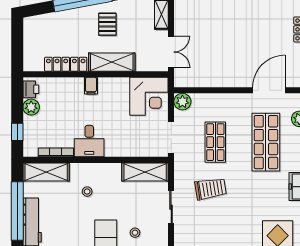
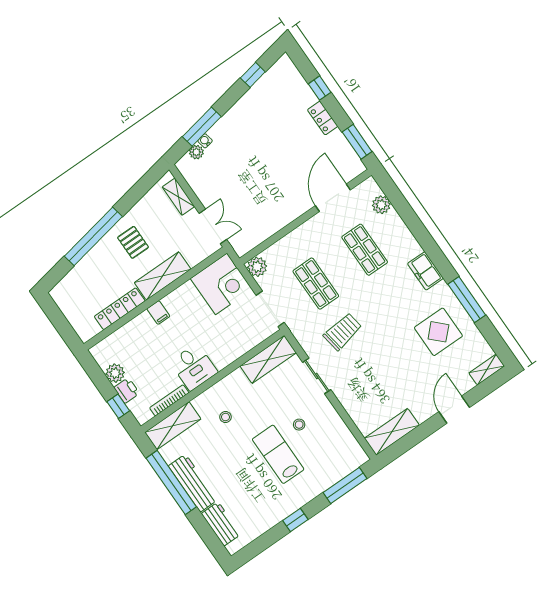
printer: (31, 89) -> (127, 390), moved
shop shelf: (266, 142) -> (365, 250), width x0.70, depth x0.74

